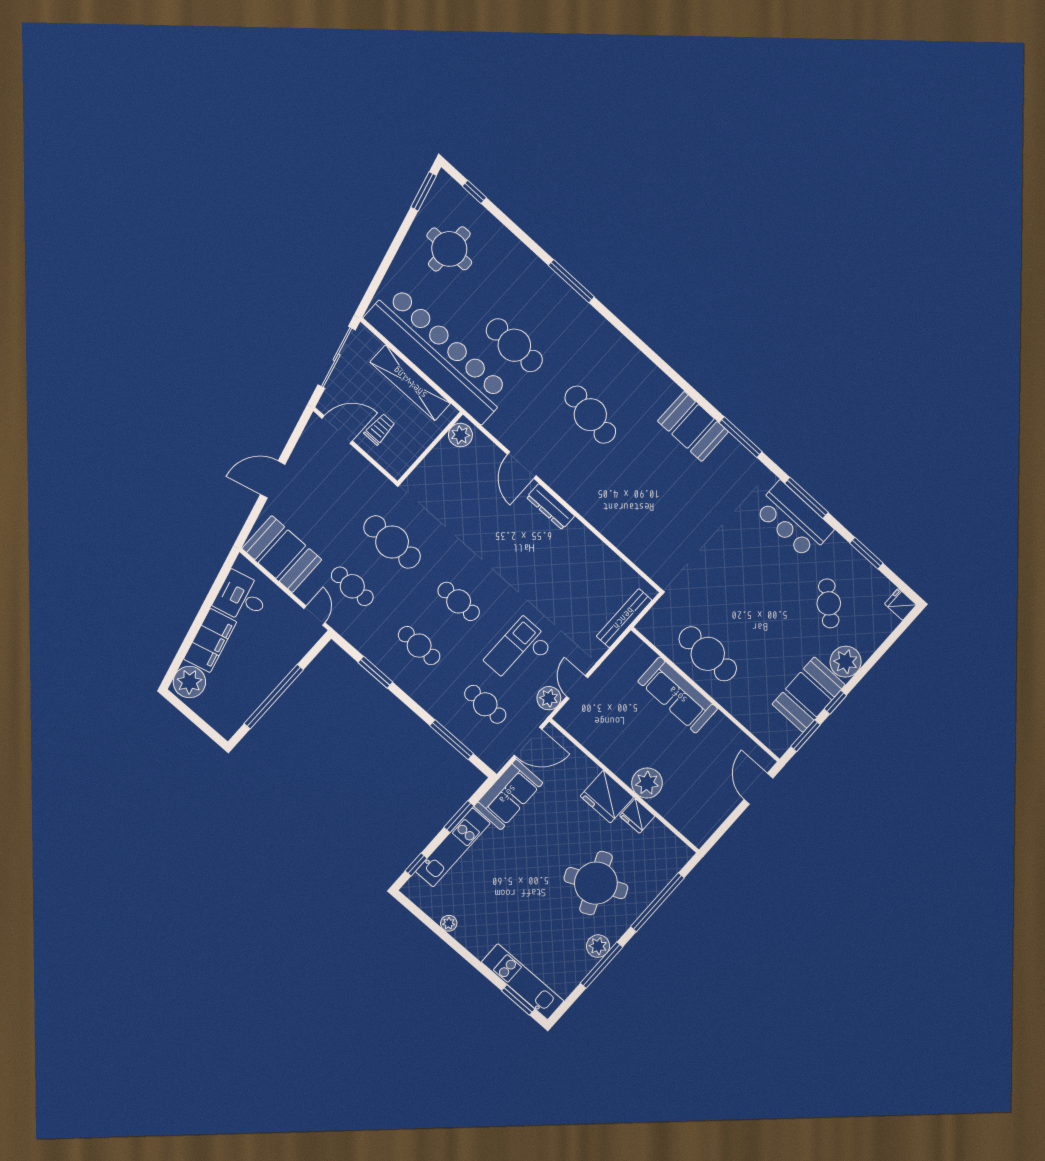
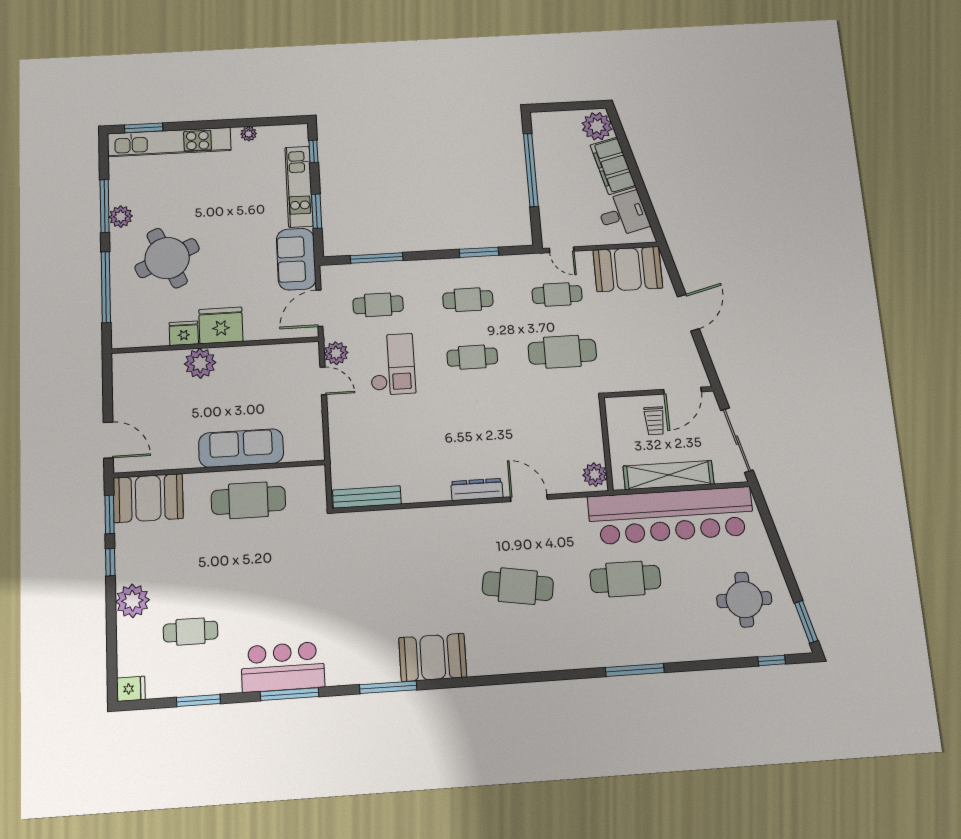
cafe table: (829, 603) -> (191, 632), turned -41
bench: (624, 618) -> (367, 497), moved, turned 90
booth: (809, 695) -> (148, 498), moved, turned 90
kitchen unit: (523, 982) -> (169, 142), width x1.36

